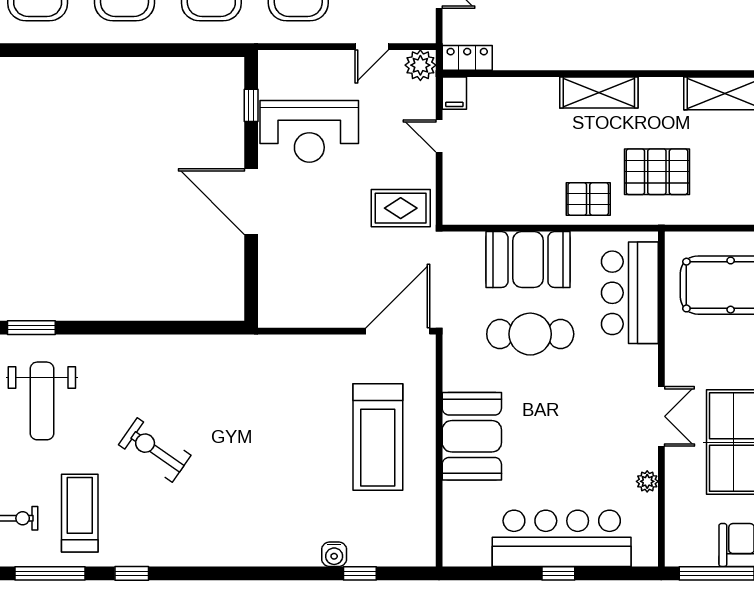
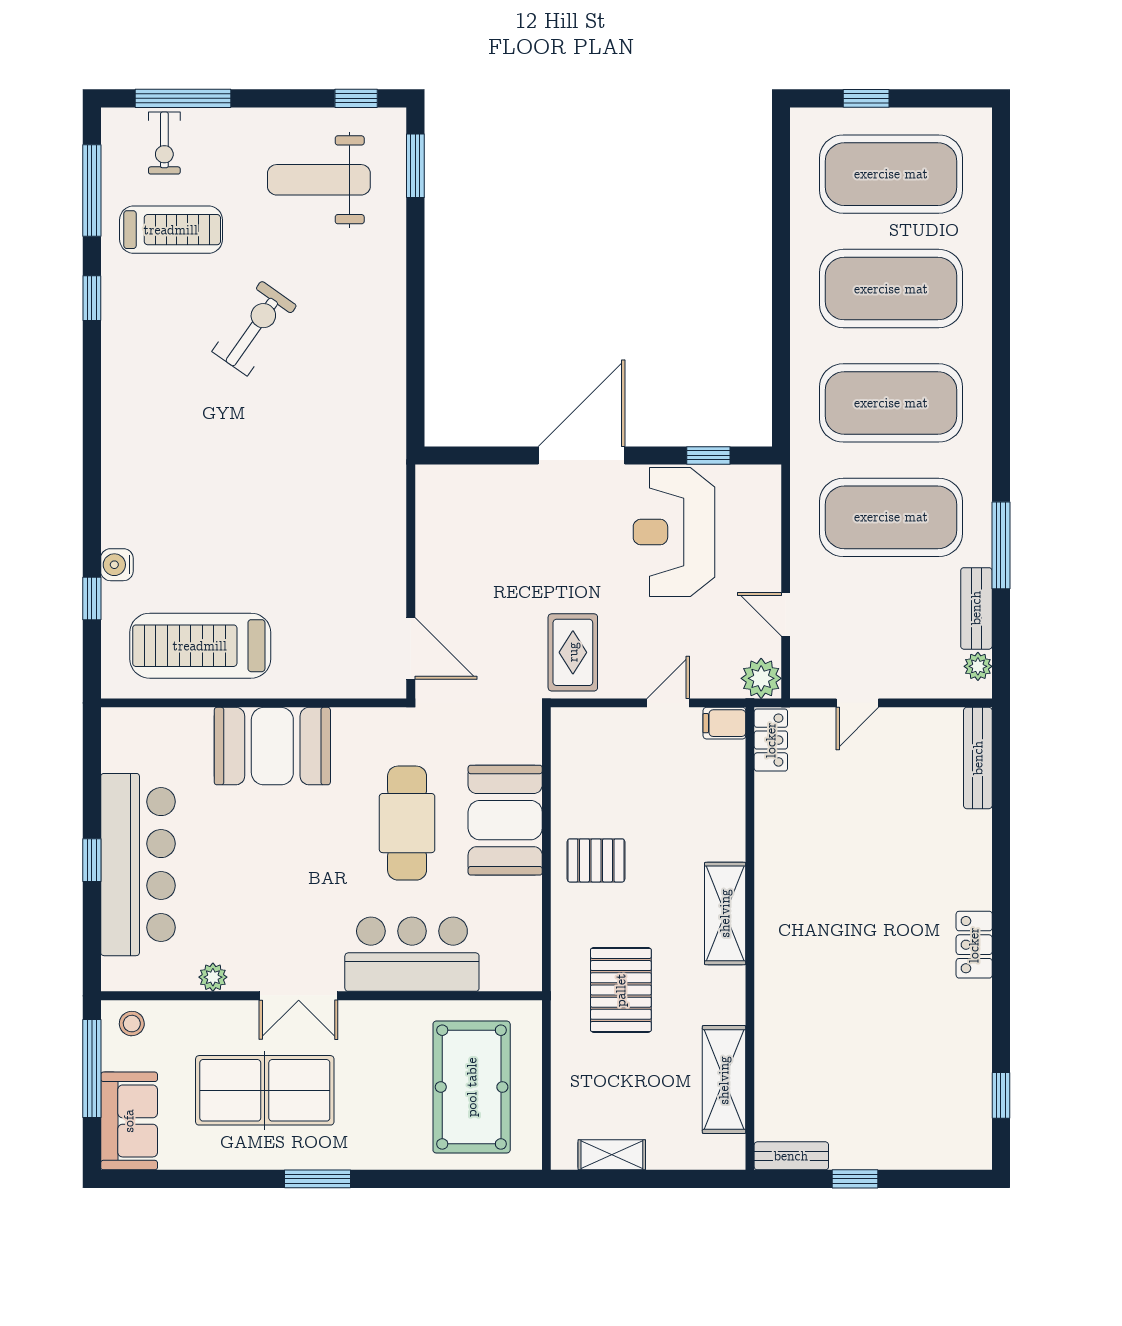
pallet: (588, 199) -> (596, 860), moved, turned 90
bar counter: (630, 293) -> (412, 954), moved
door: (398, 331) -> (411, 649), width x0.73
treadmill: (378, 437) -> (200, 646), moved
stool: (682, 543) -> (132, 1024), added

